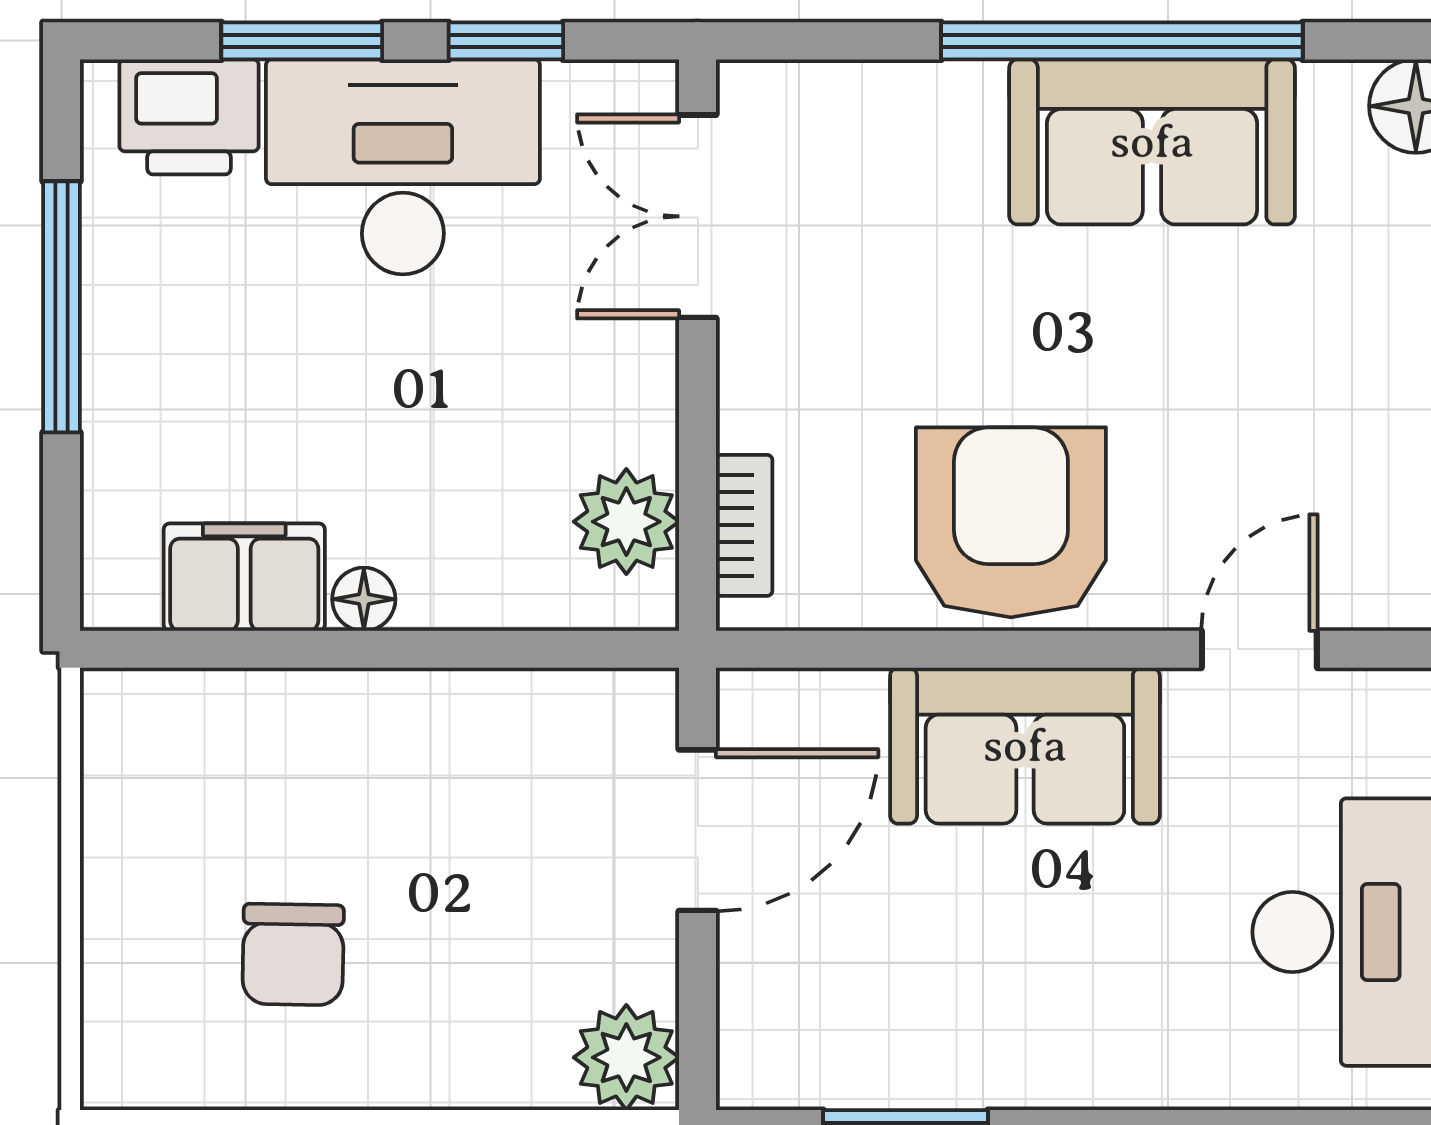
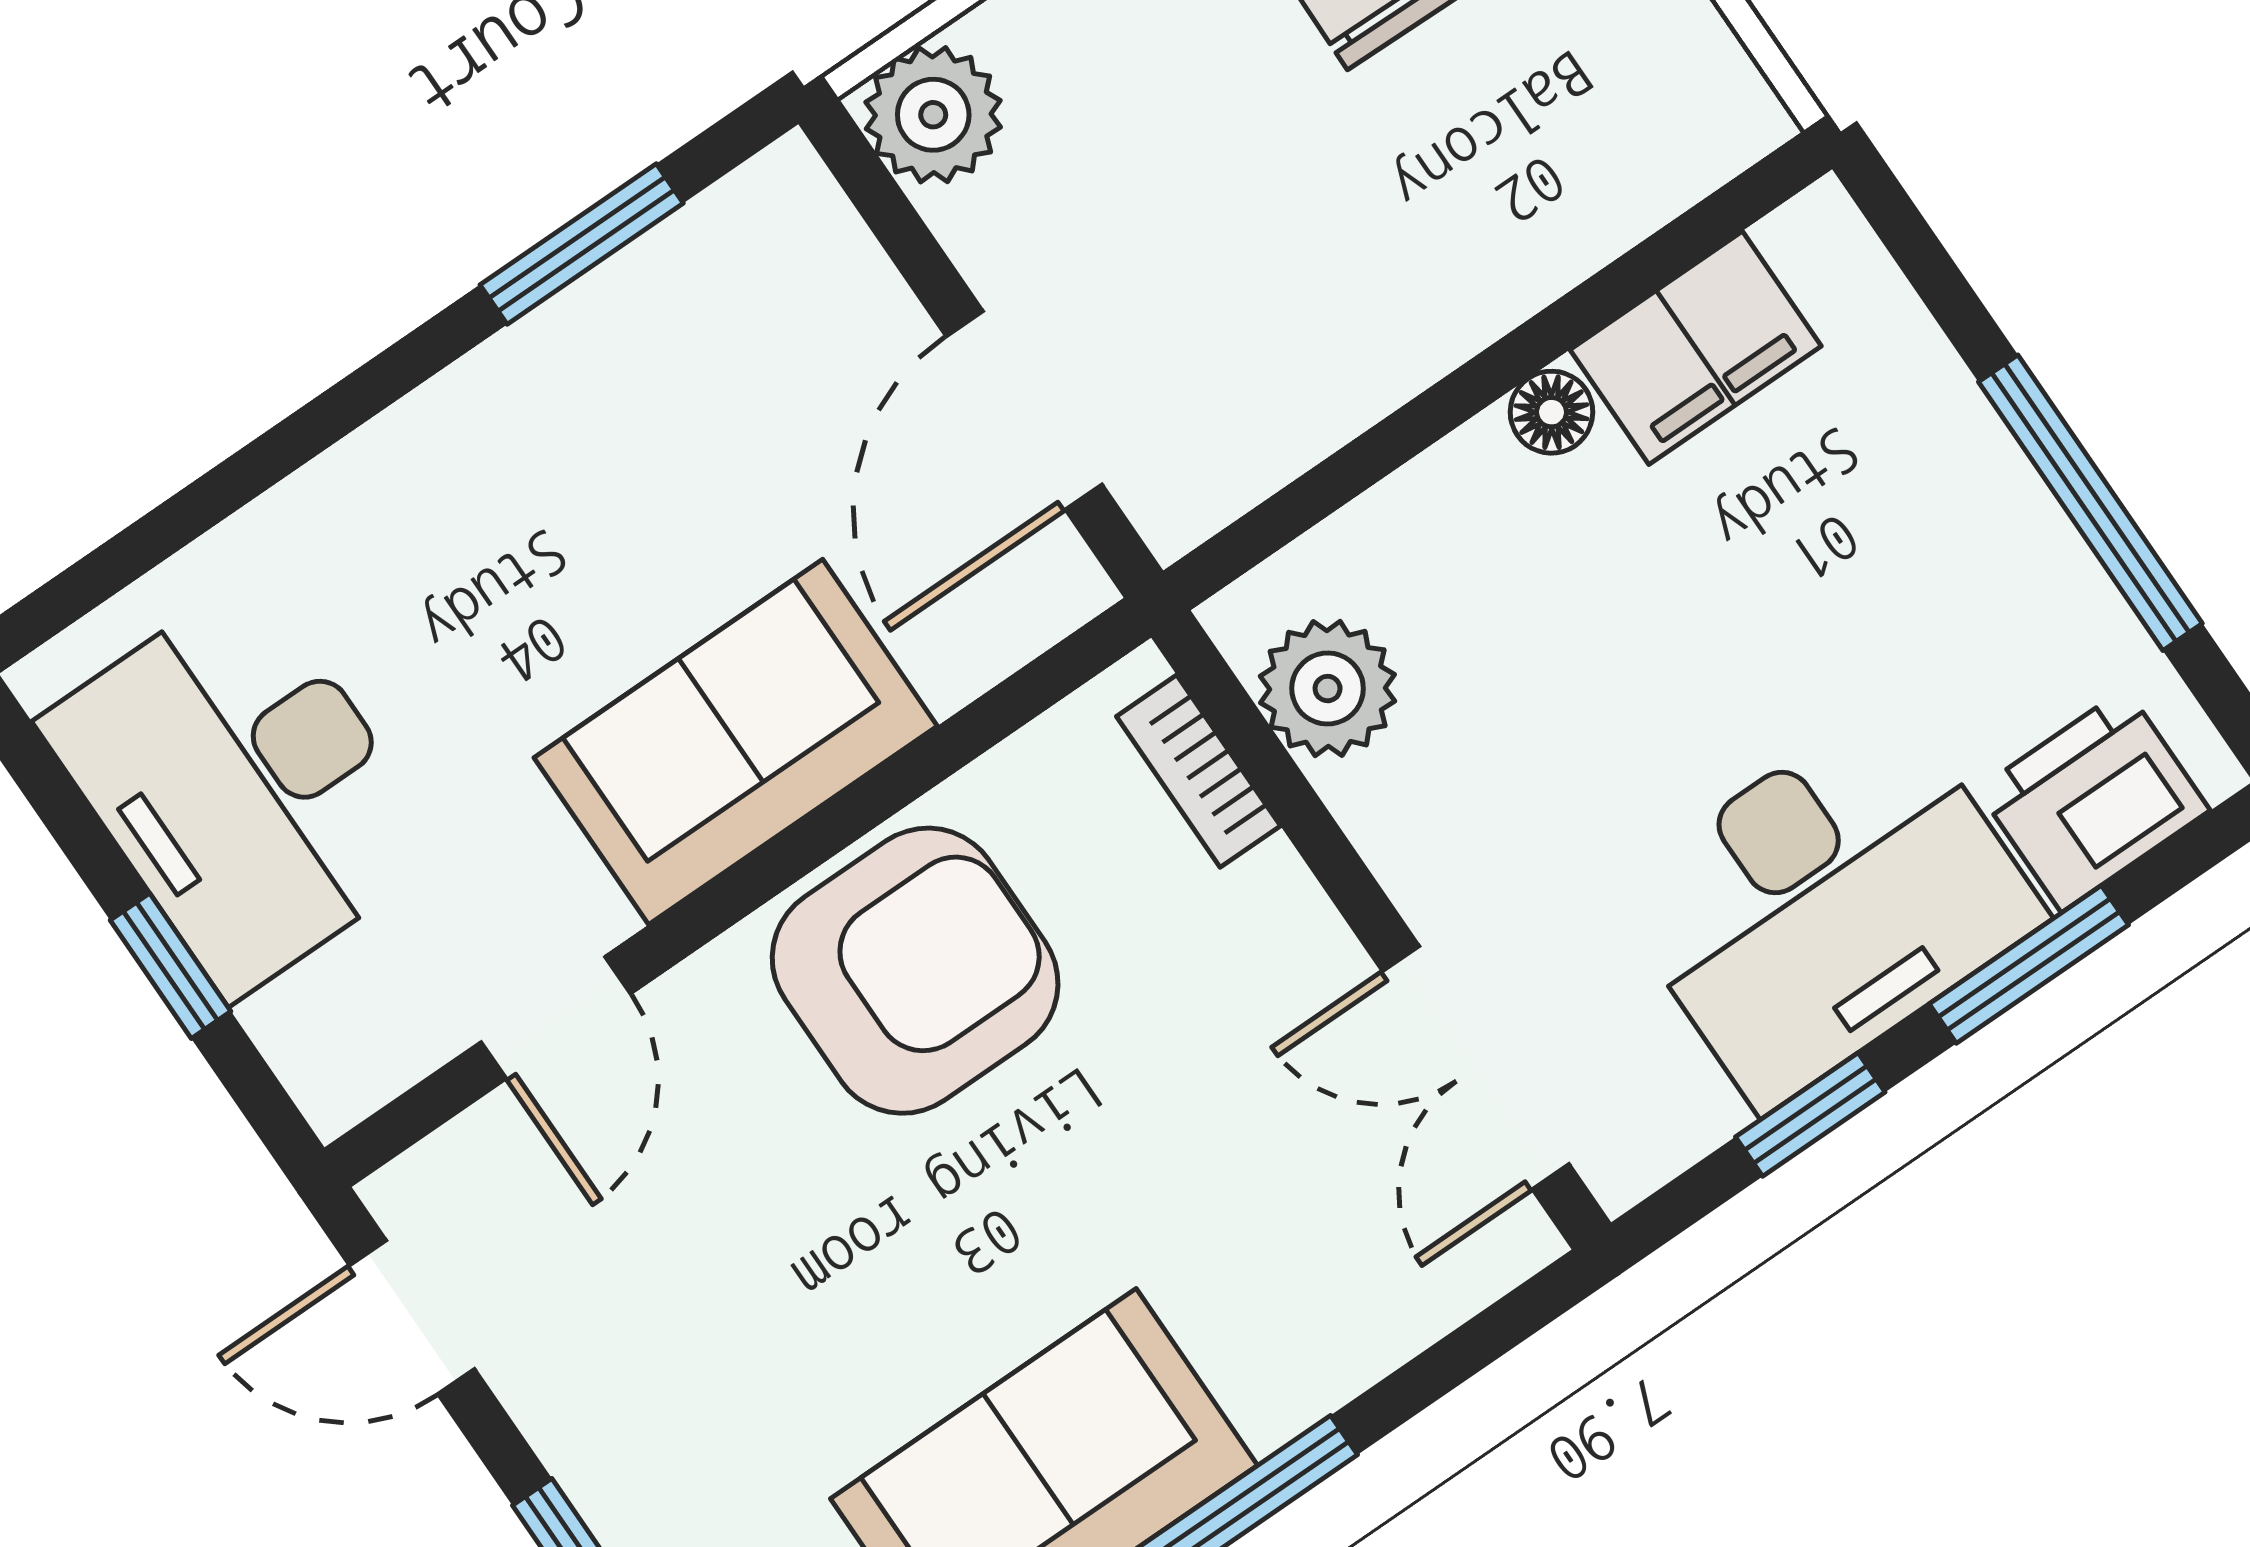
double door: (698, 216) -> (1476, 1068), swing flipped
armchair: (1011, 522) -> (915, 971), turned -90

